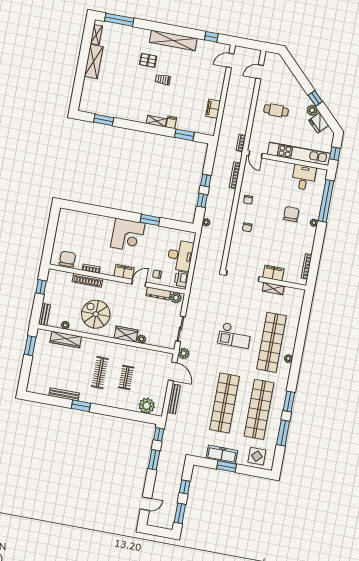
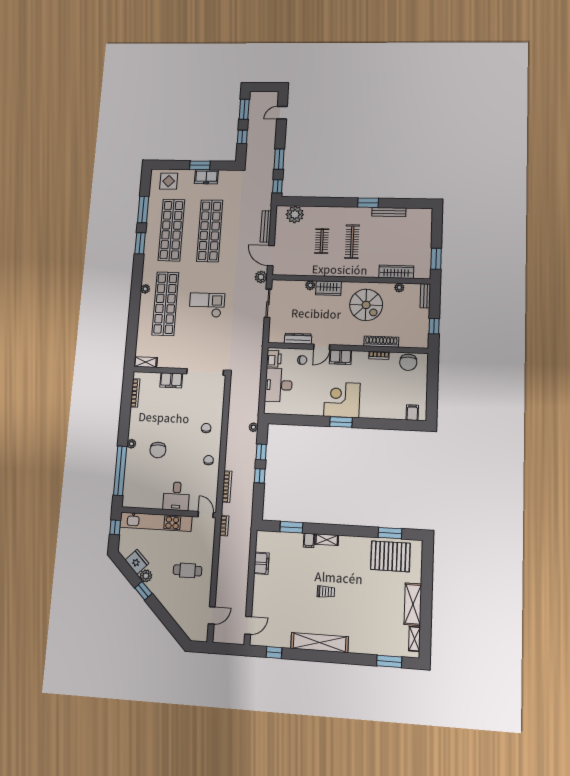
window: (119, 20) -> (389, 661), width x0.69
pallet: (148, 60) -> (390, 556), moved, width x2.05, depth x2.00
desk: (304, 177) -> (176, 496), moved
filing cabinet: (71, 216) -> (412, 413), added
window: (150, 220) -> (341, 422), moved
shelving: (273, 288) -> (146, 362), moved
plant: (176, 298) -> (277, 337), removed
freezer: (222, 454) -> (206, 177), width x0.71

